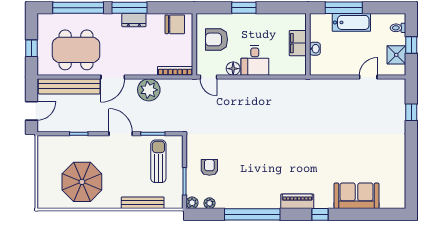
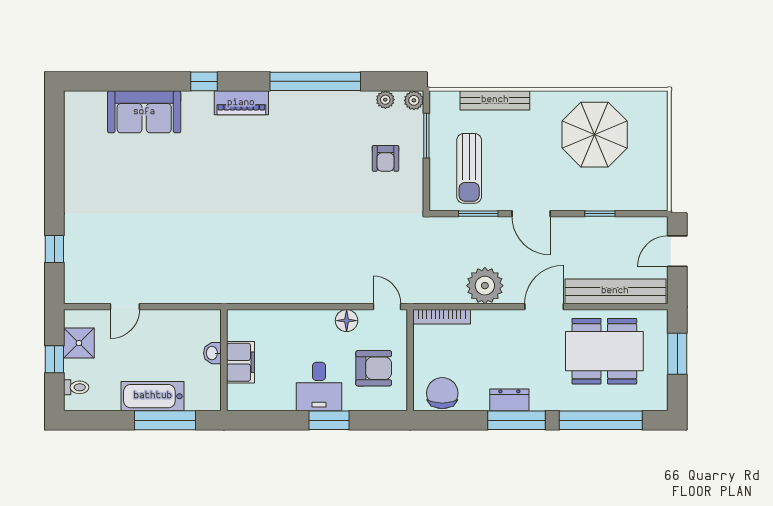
chair: (175, 24) -> (442, 393), turned 90
window: (32, 48) -> (677, 354), width x1.50
desk: (255, 60) -> (319, 387), moved, turned 180

